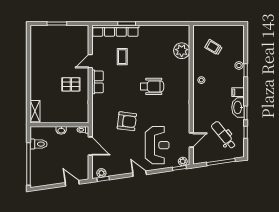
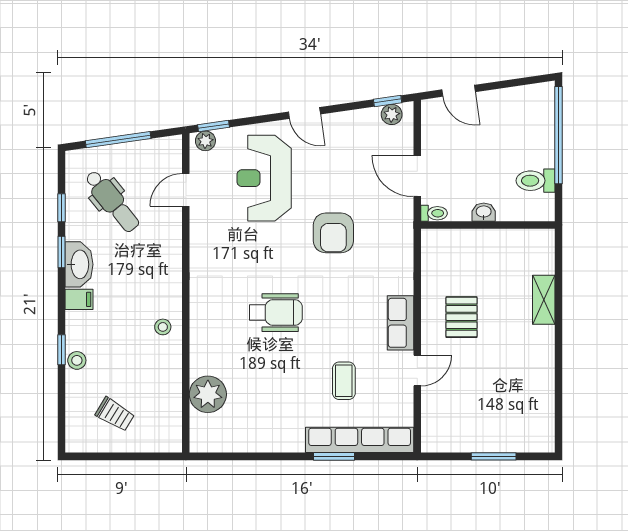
trolley: (214, 47) -> (115, 414), moved
pallet: (71, 84) -> (461, 317), turned 90
wheelchair: (152, 86) -> (276, 313), turned 180
shelving: (35, 111) -> (544, 300), moved
armchair: (127, 121) -> (333, 233), turned -97

